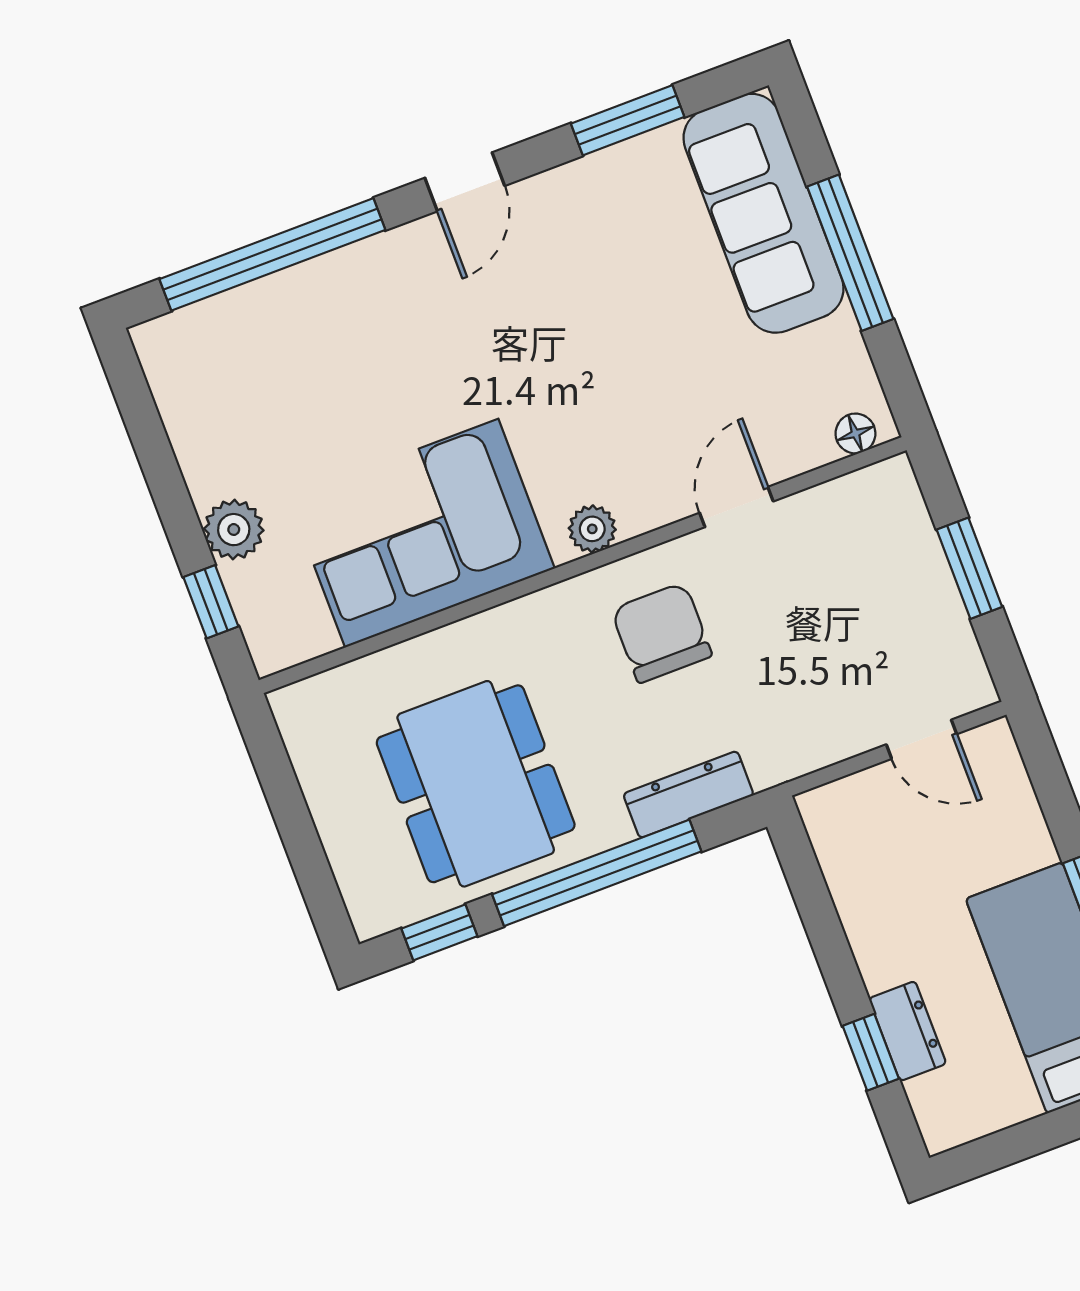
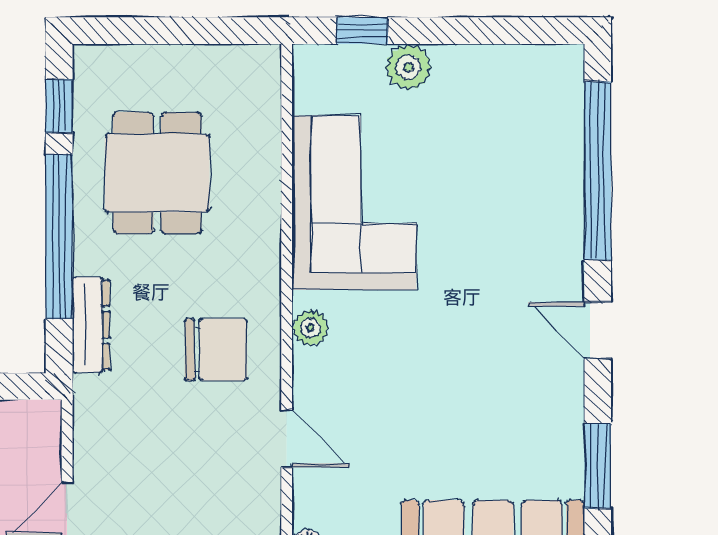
dining table: (476, 784) -> (157, 173), width x0.73

